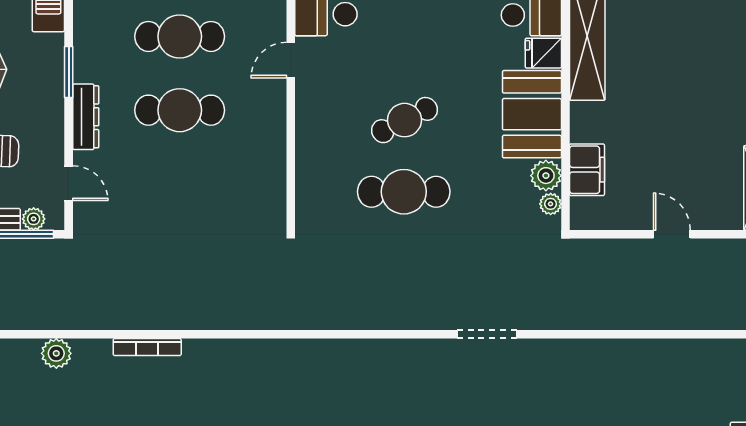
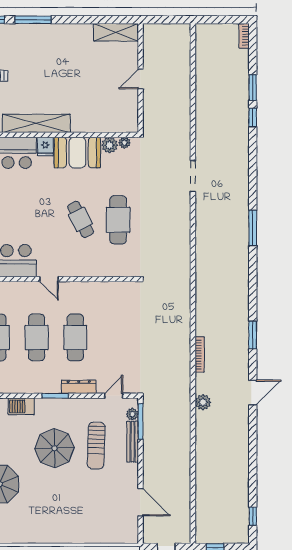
filing cabinet: (587, 170) -> (107, 124), removed

